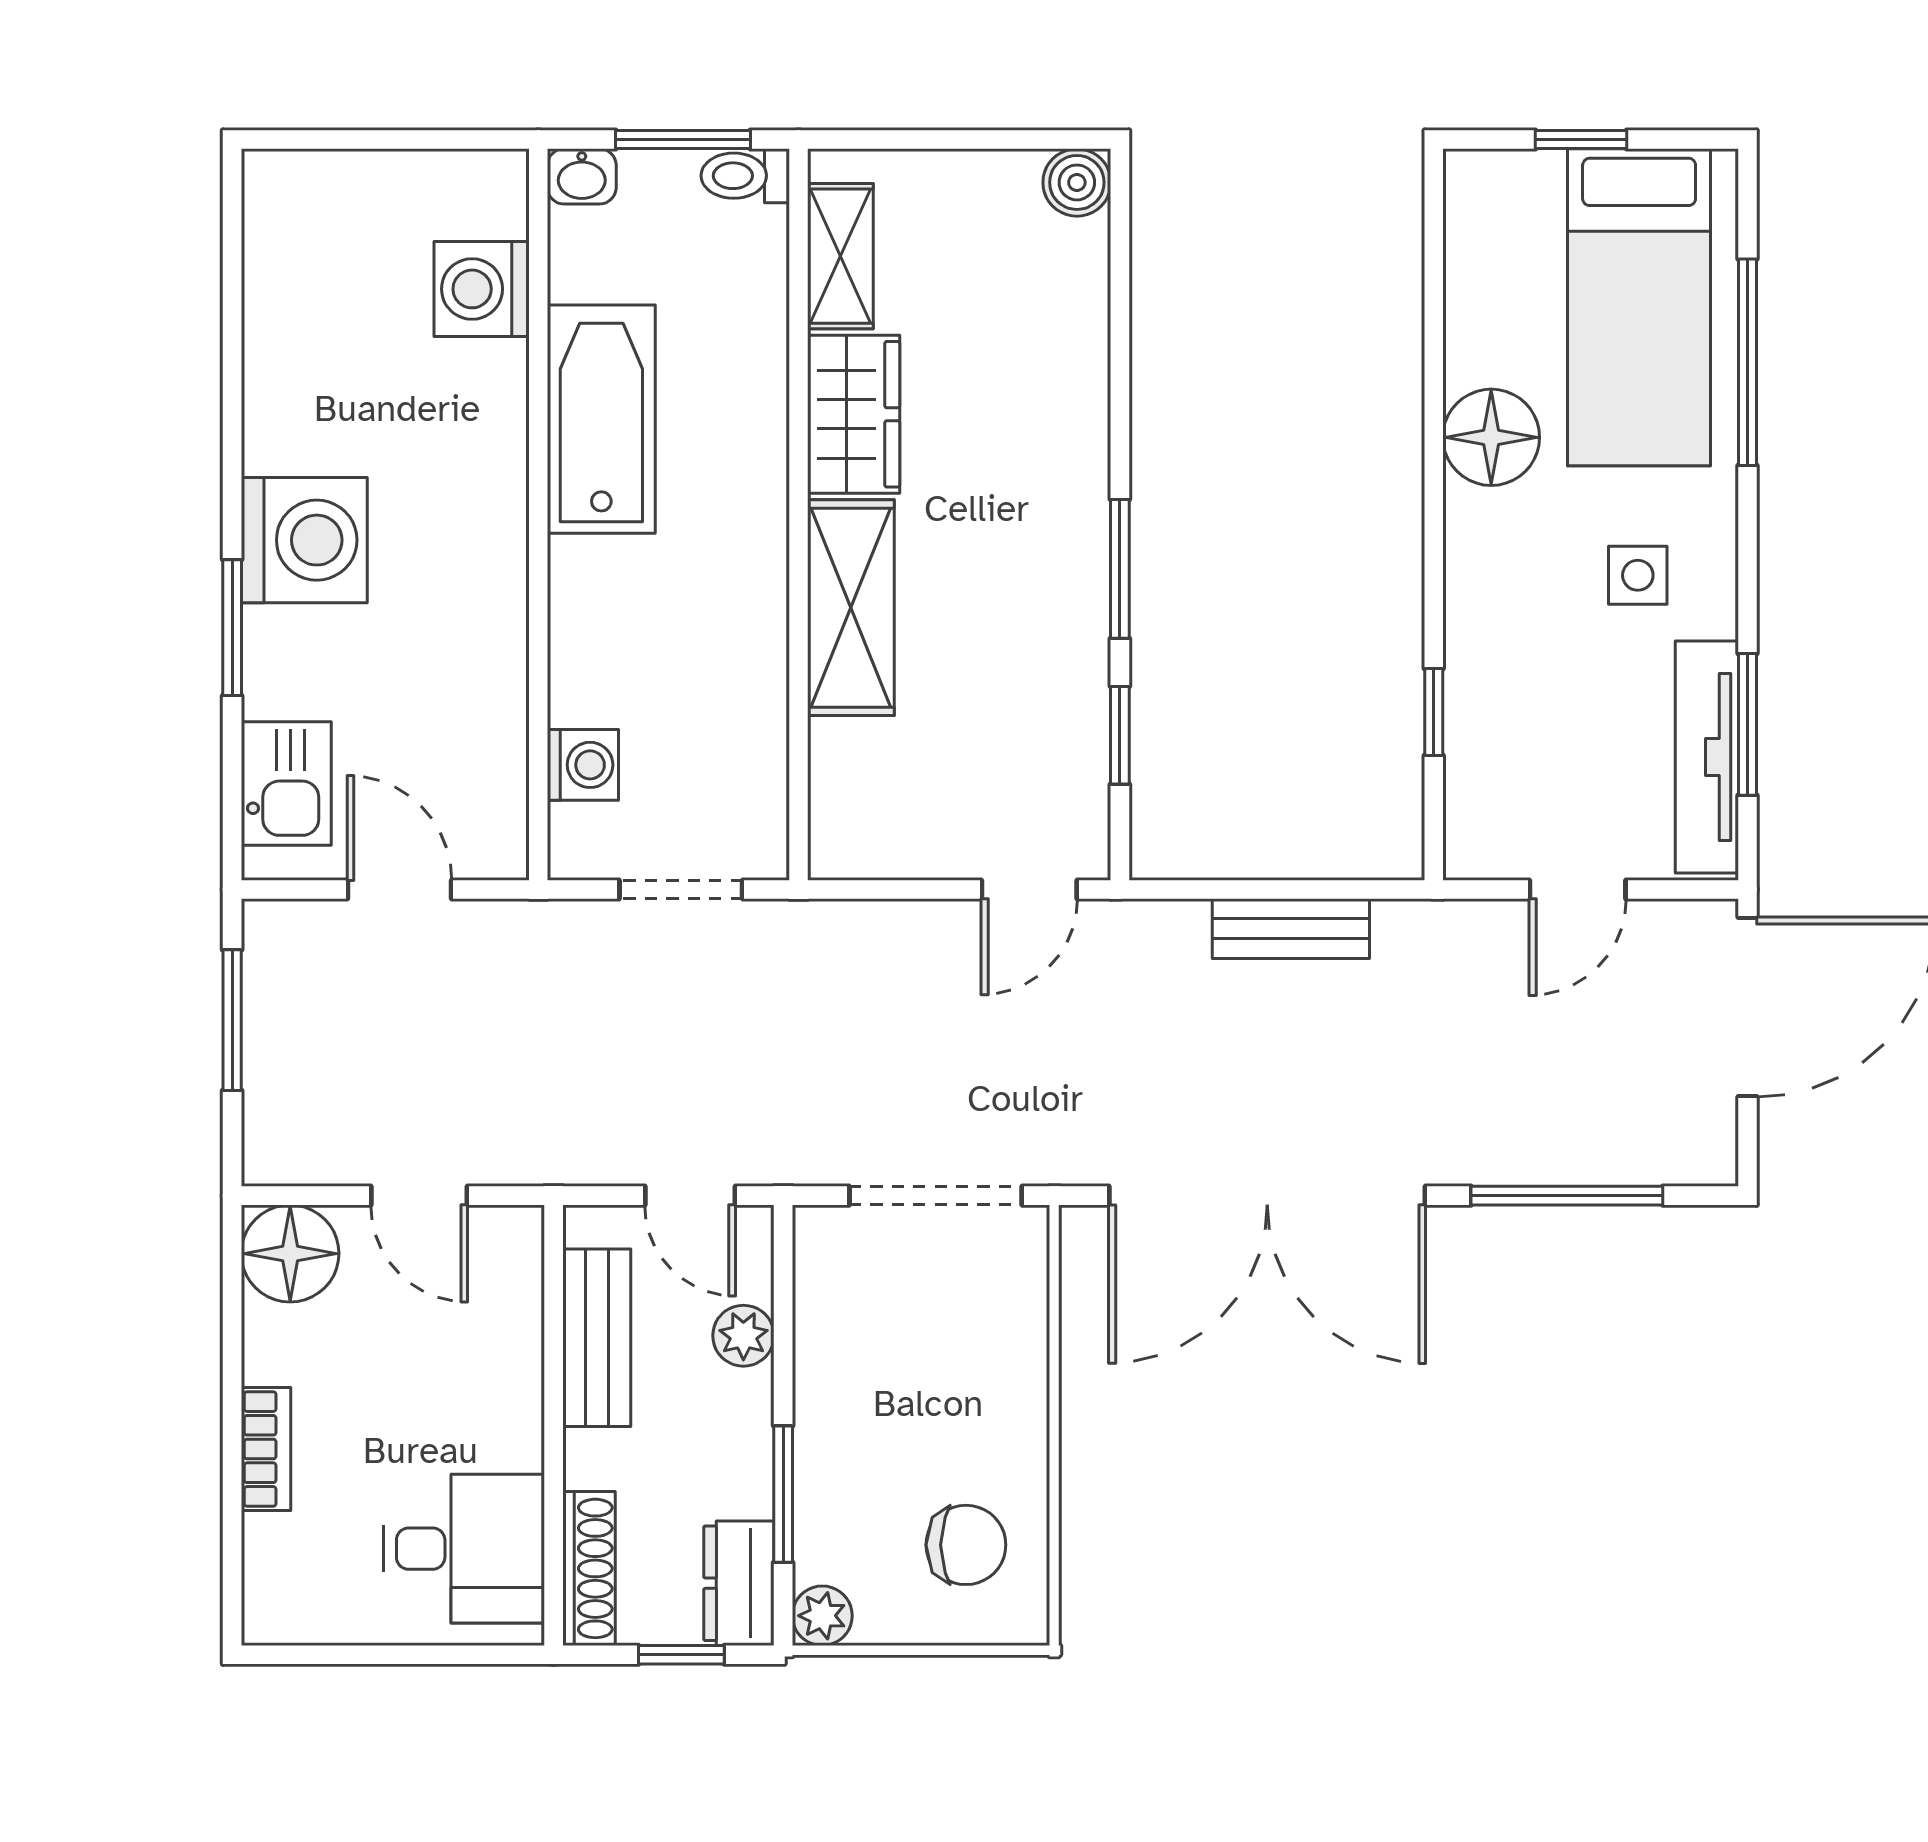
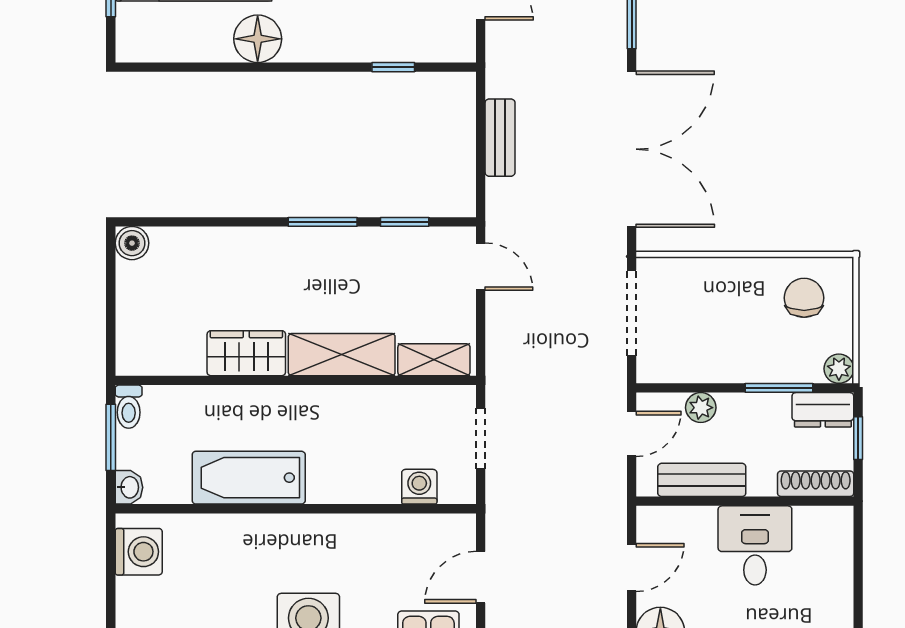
shelving: (840, 256) -> (434, 360), moved
washing machine: (482, 289) -> (139, 552), moved, turned -90
desk: (464, 1549) -> (755, 545), moved

